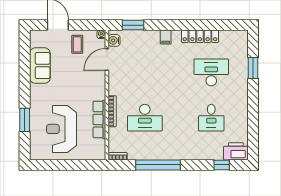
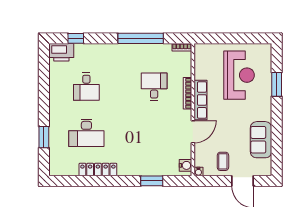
window: (133, 25) -> (152, 181), moved
filing cabinet: (166, 37) -> (133, 169), removed
door: (107, 59) -> (193, 132), moved
desk: (145, 118) -> (154, 87), width x0.73
desk: (211, 118) -> (86, 87), turned 180
row of seats: (99, 119) -> (200, 100), moved

